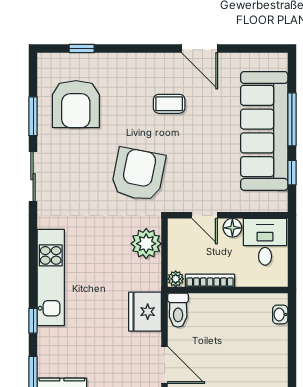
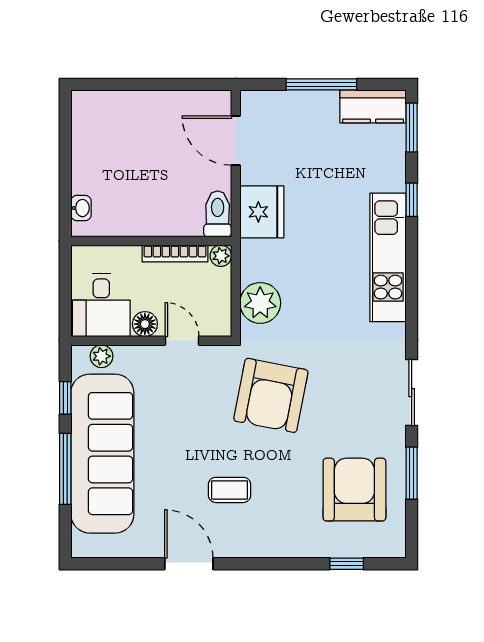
plant: (265, 204) -> (101, 356), added

